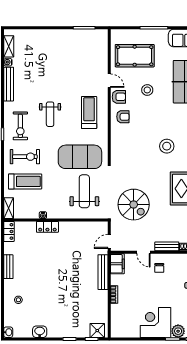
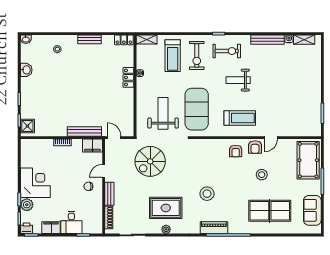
pool table: (135, 56) -> (308, 160), moved
exercise bike: (20, 126) -> (227, 51), turned 180
weight bench: (84, 191) -> (163, 113), turned -90

